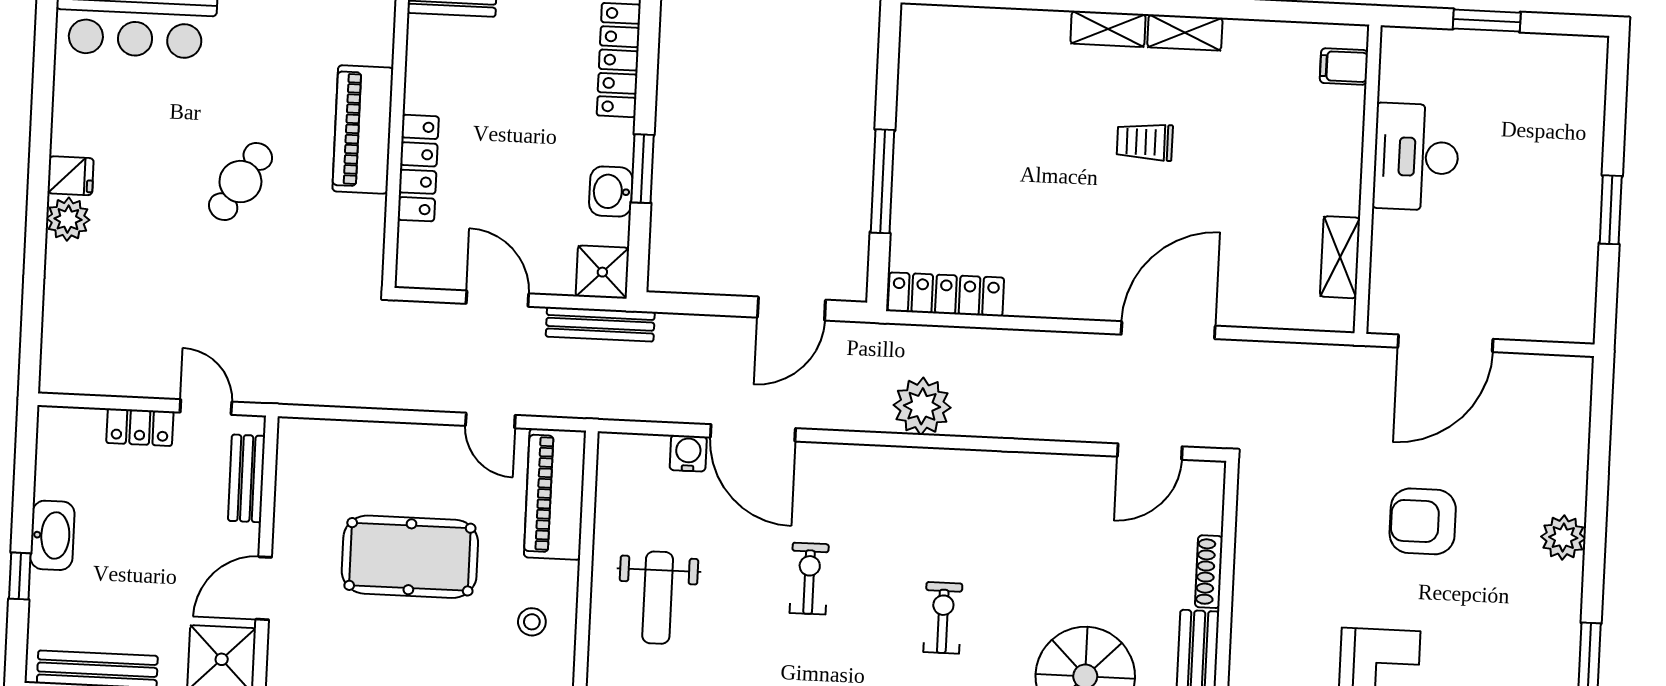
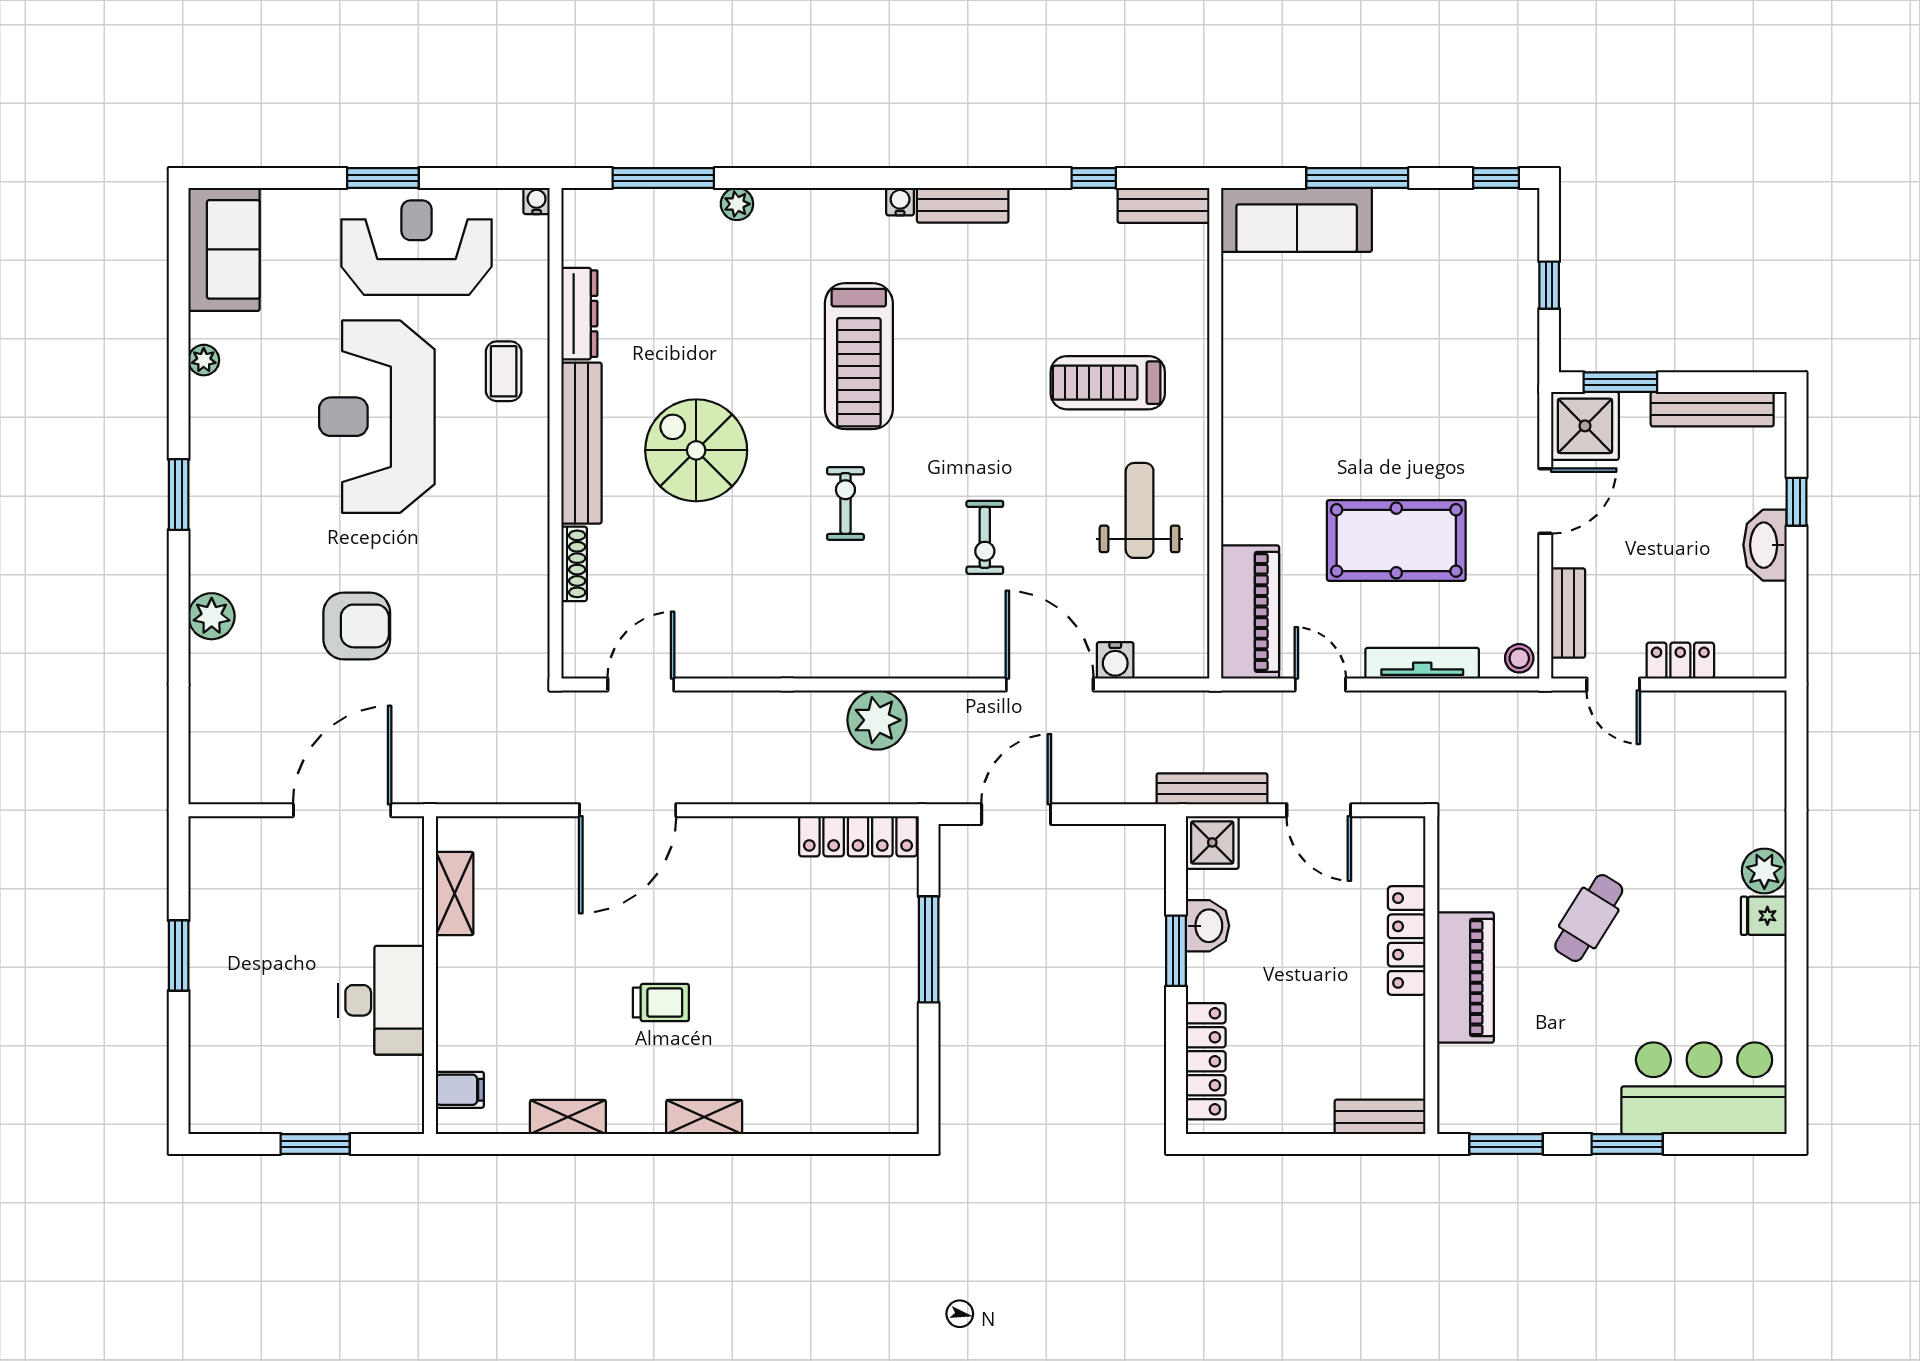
shelving: (1185, 33) -> (568, 1117), moved
tv unit: (390, 436) -> (1422, 663), added
exercise bike: (943, 618) -> (845, 504), turned 180
stool: (532, 622) -> (1519, 658), moved

